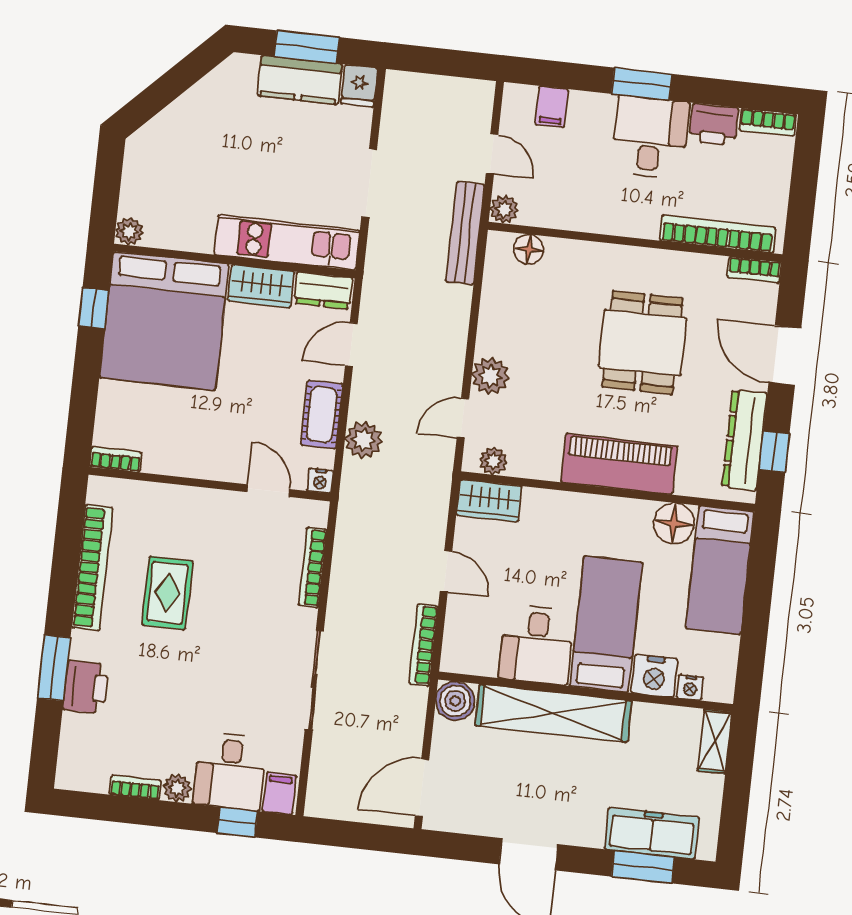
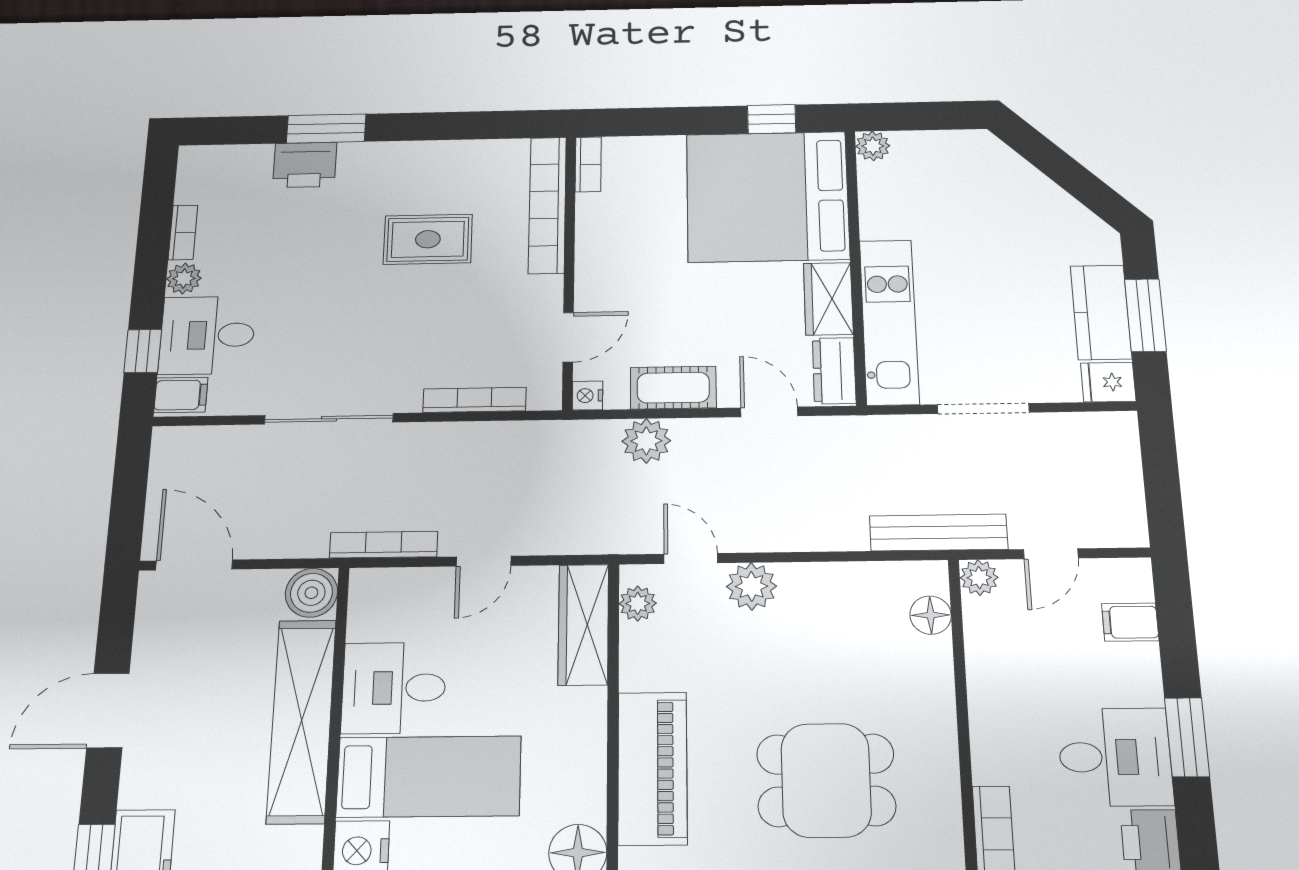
wardrobe: (489, 501) -> (583, 624), width x1.50
bookcase: (92, 568) -> (547, 205), moved, turned 90

